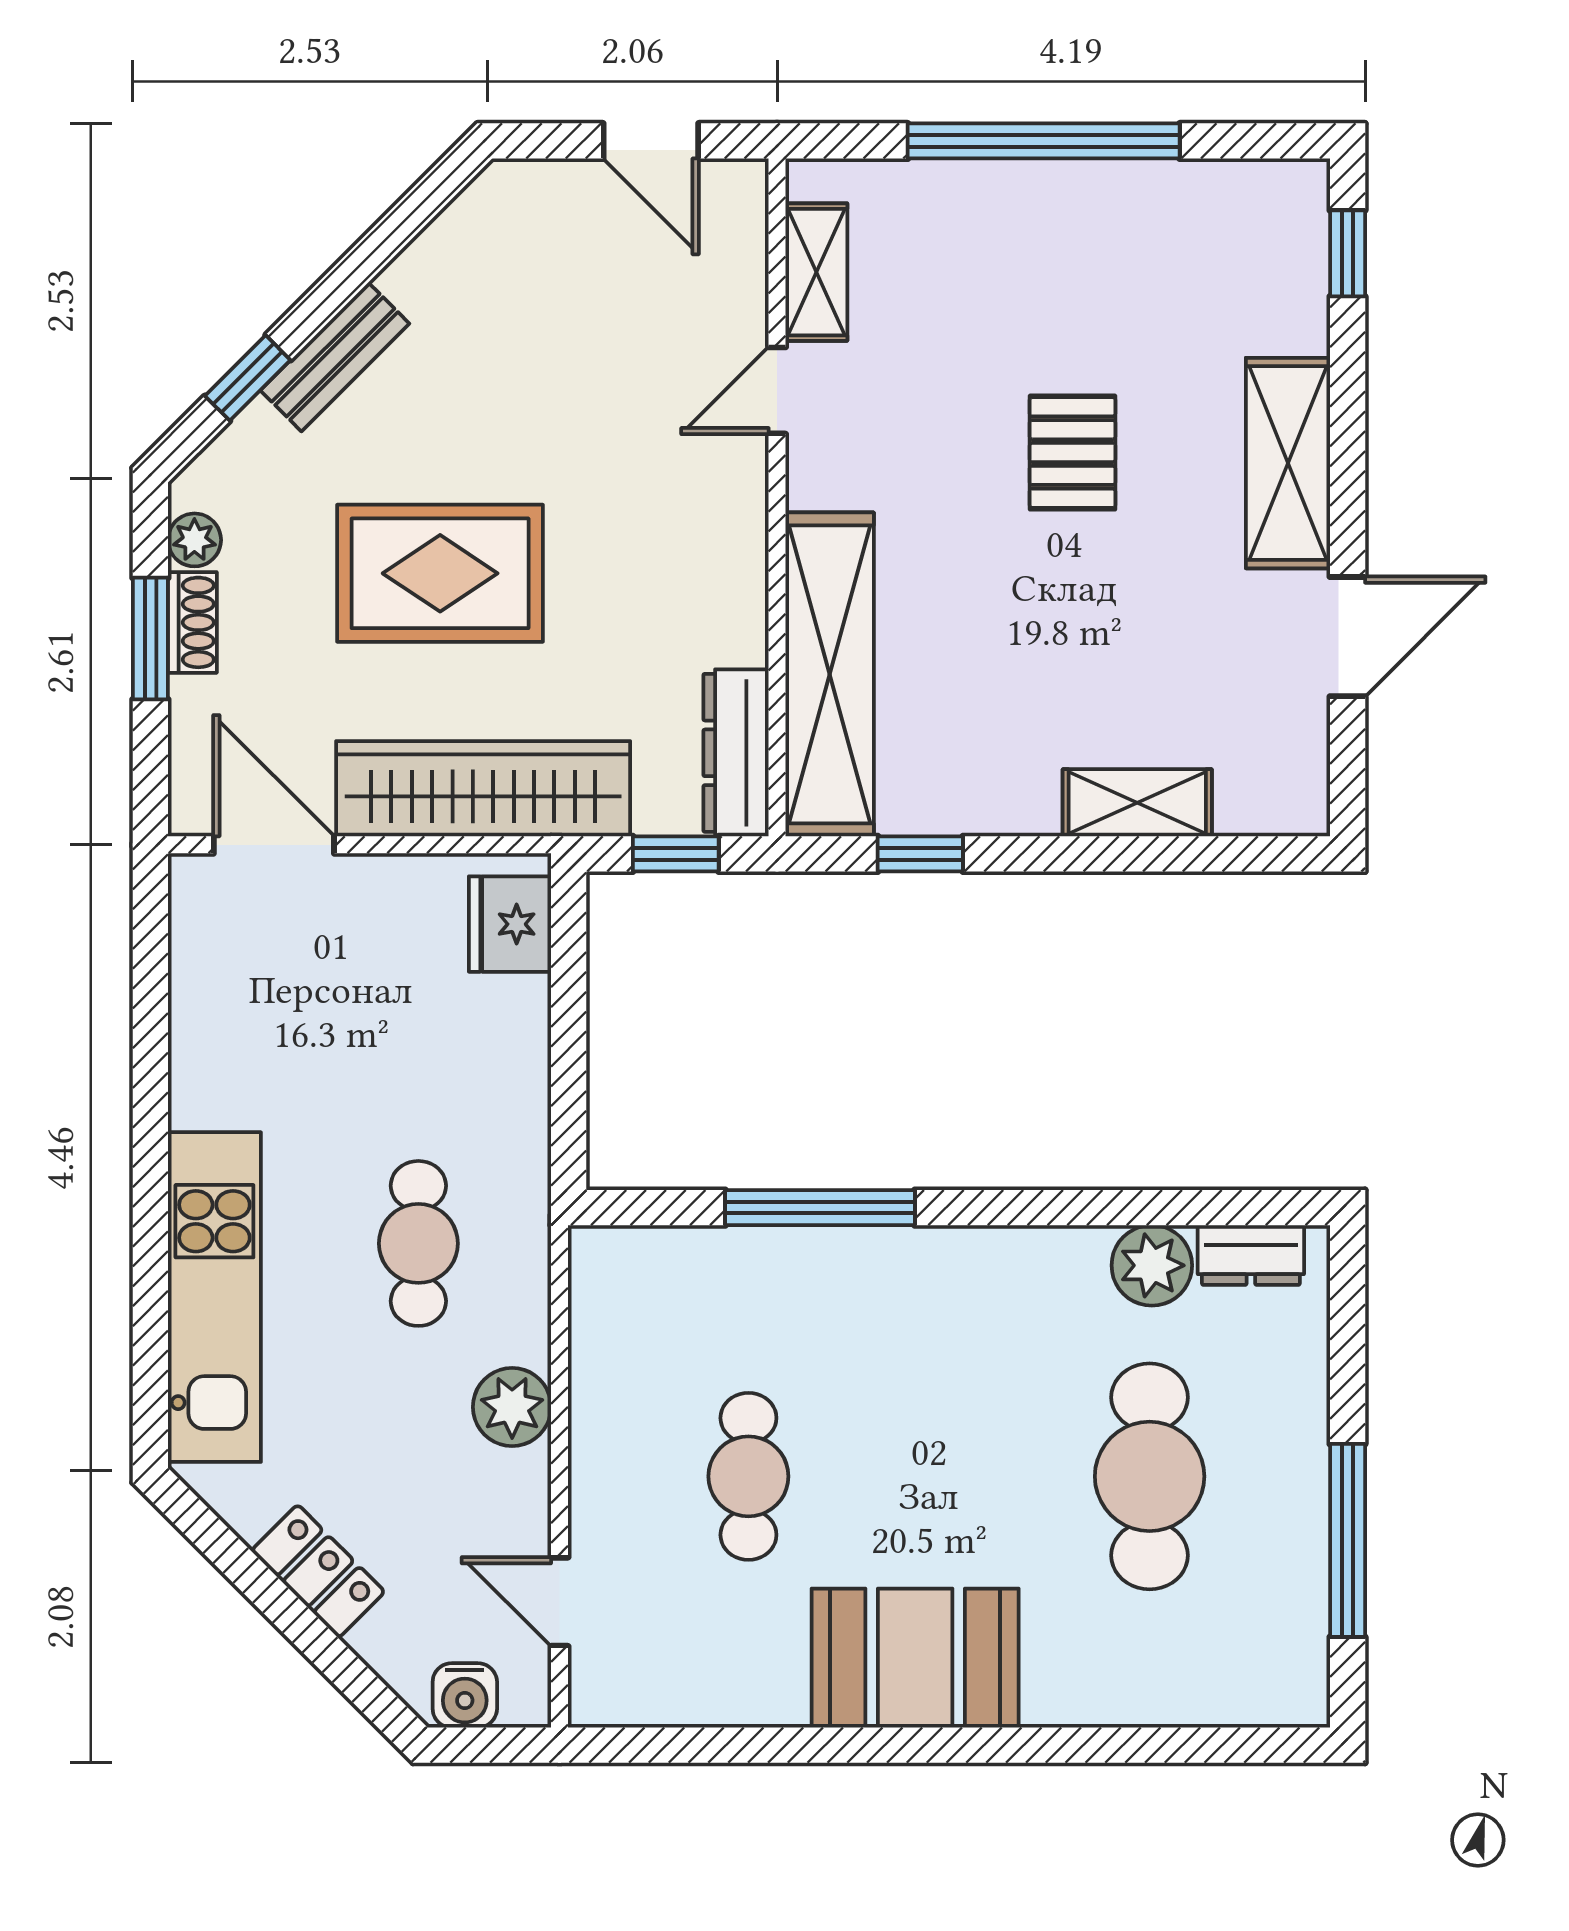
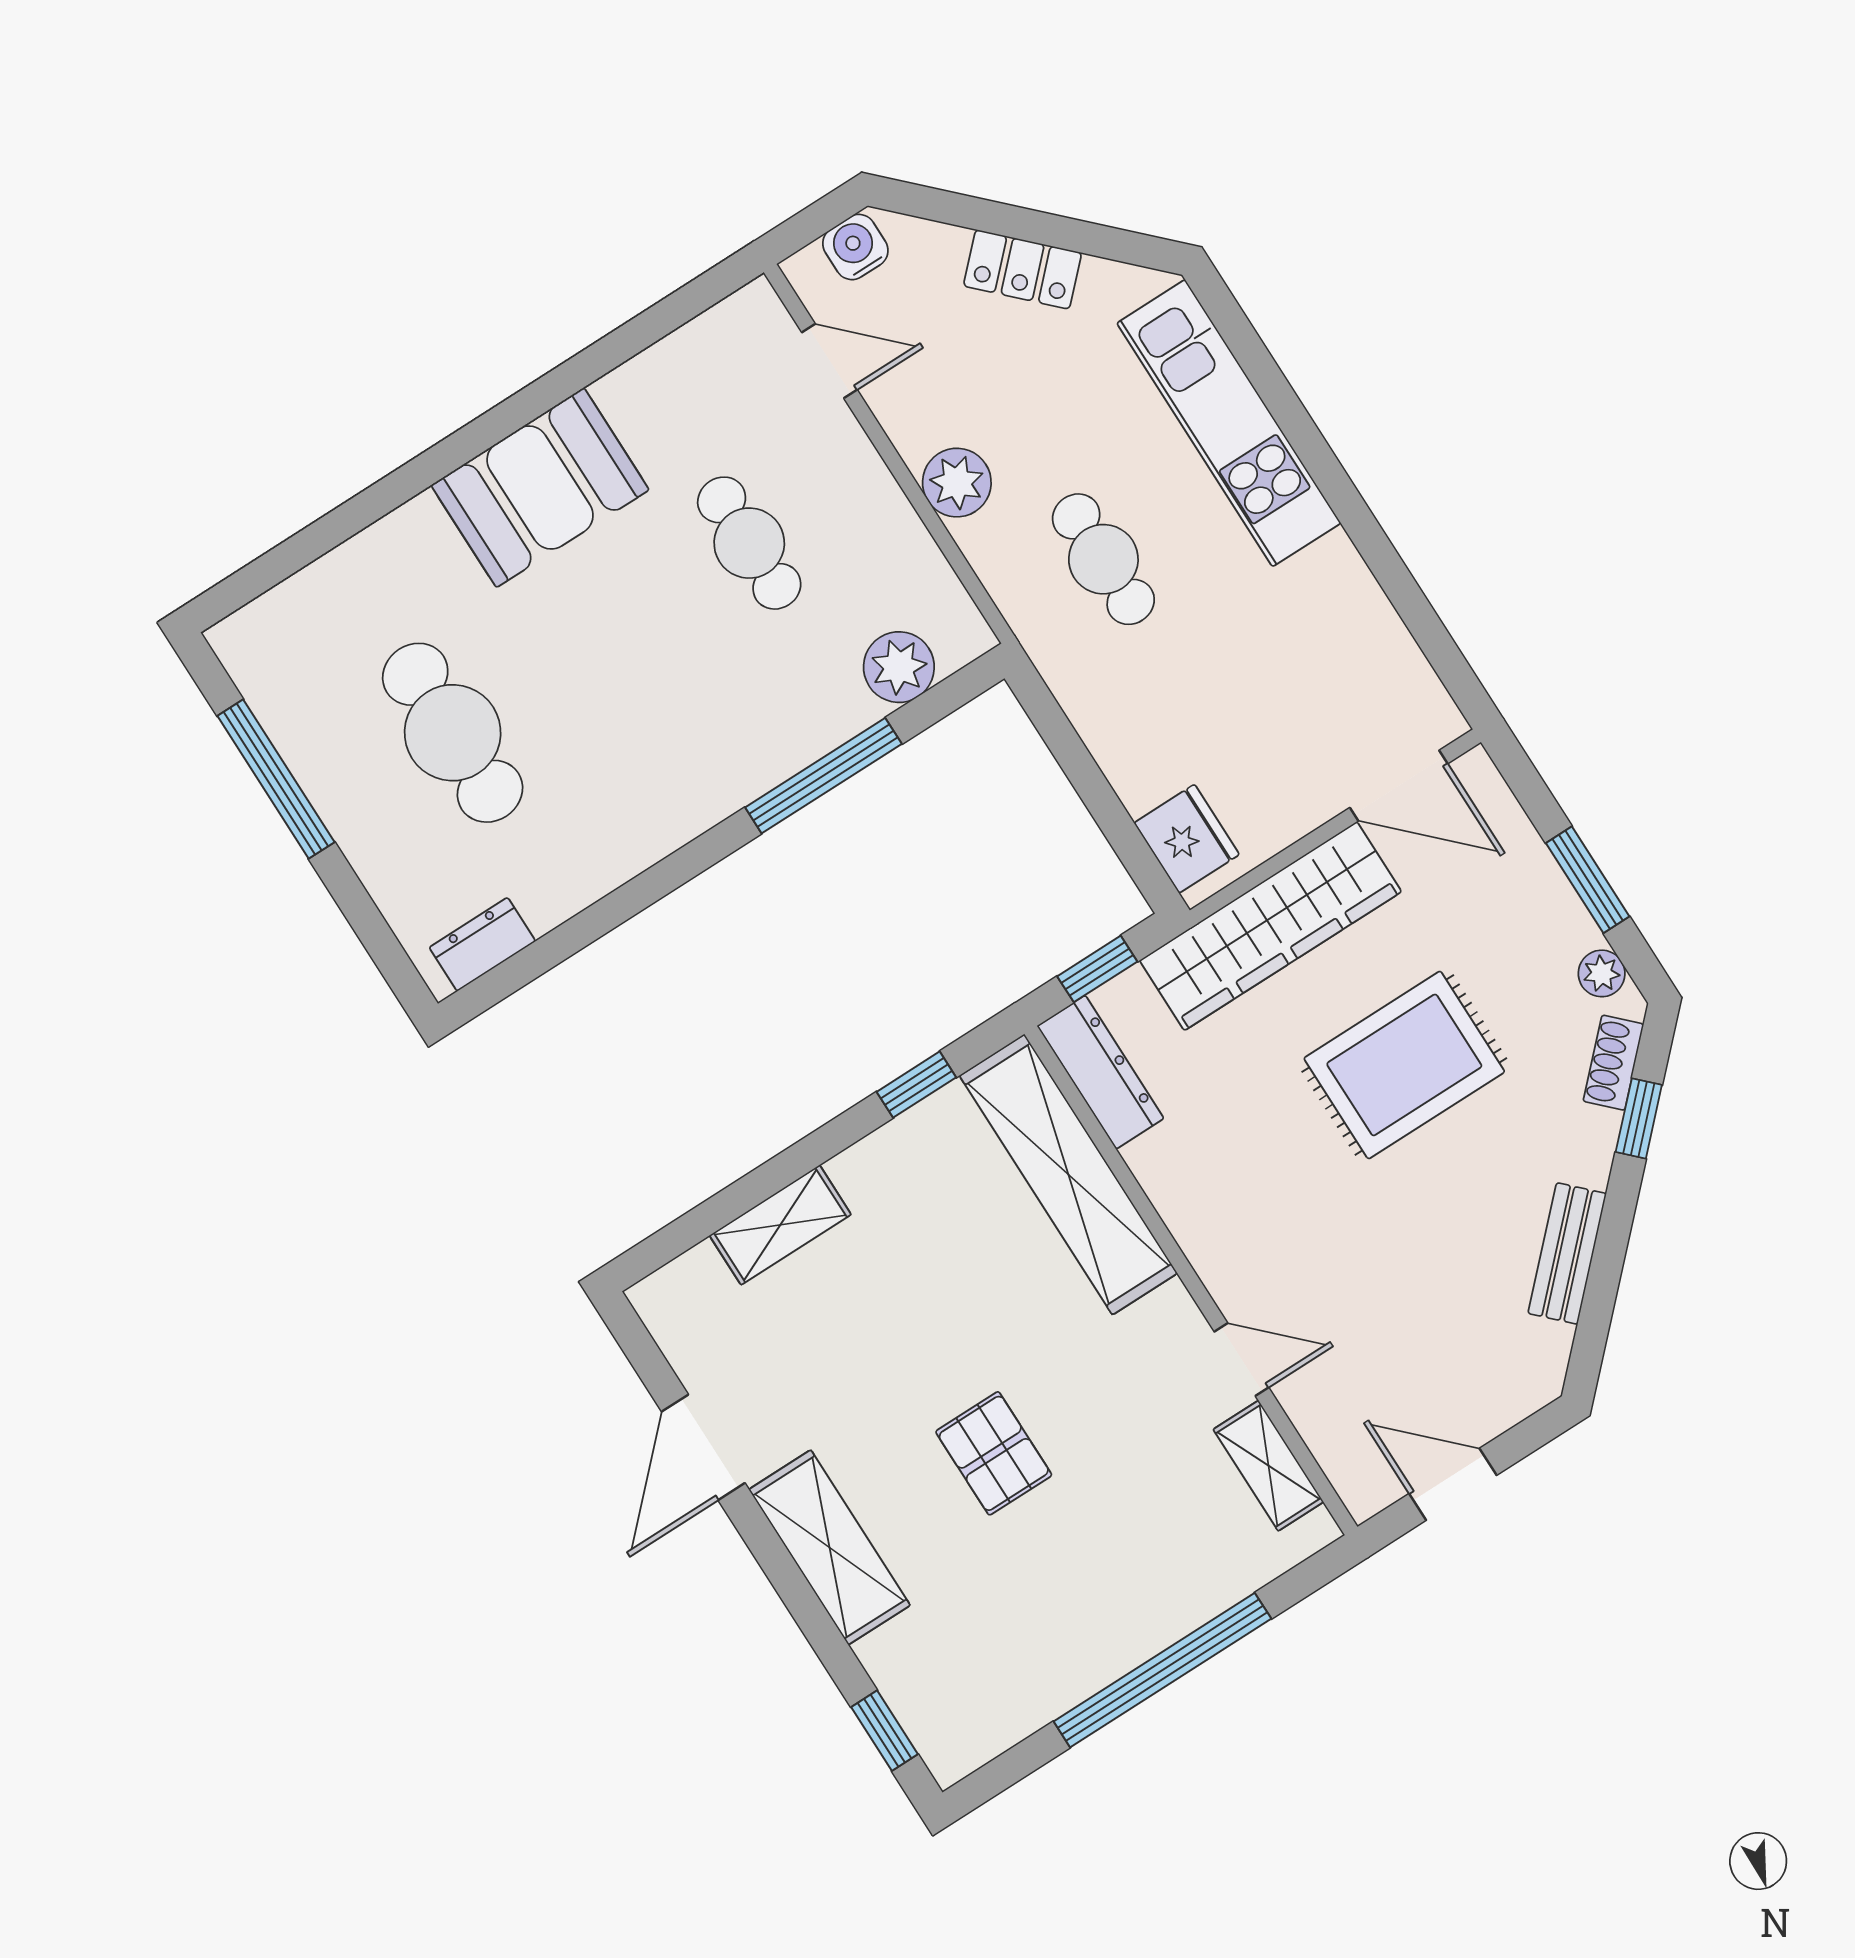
bench: (335, 357) -> (1567, 1253), moved
door: (777, 390) -> (1242, 1360), hinge flipped
shoe rack: (192, 622) -> (1613, 1063), moved, turned 45
plant: (1152, 1265) -> (899, 667), moved

